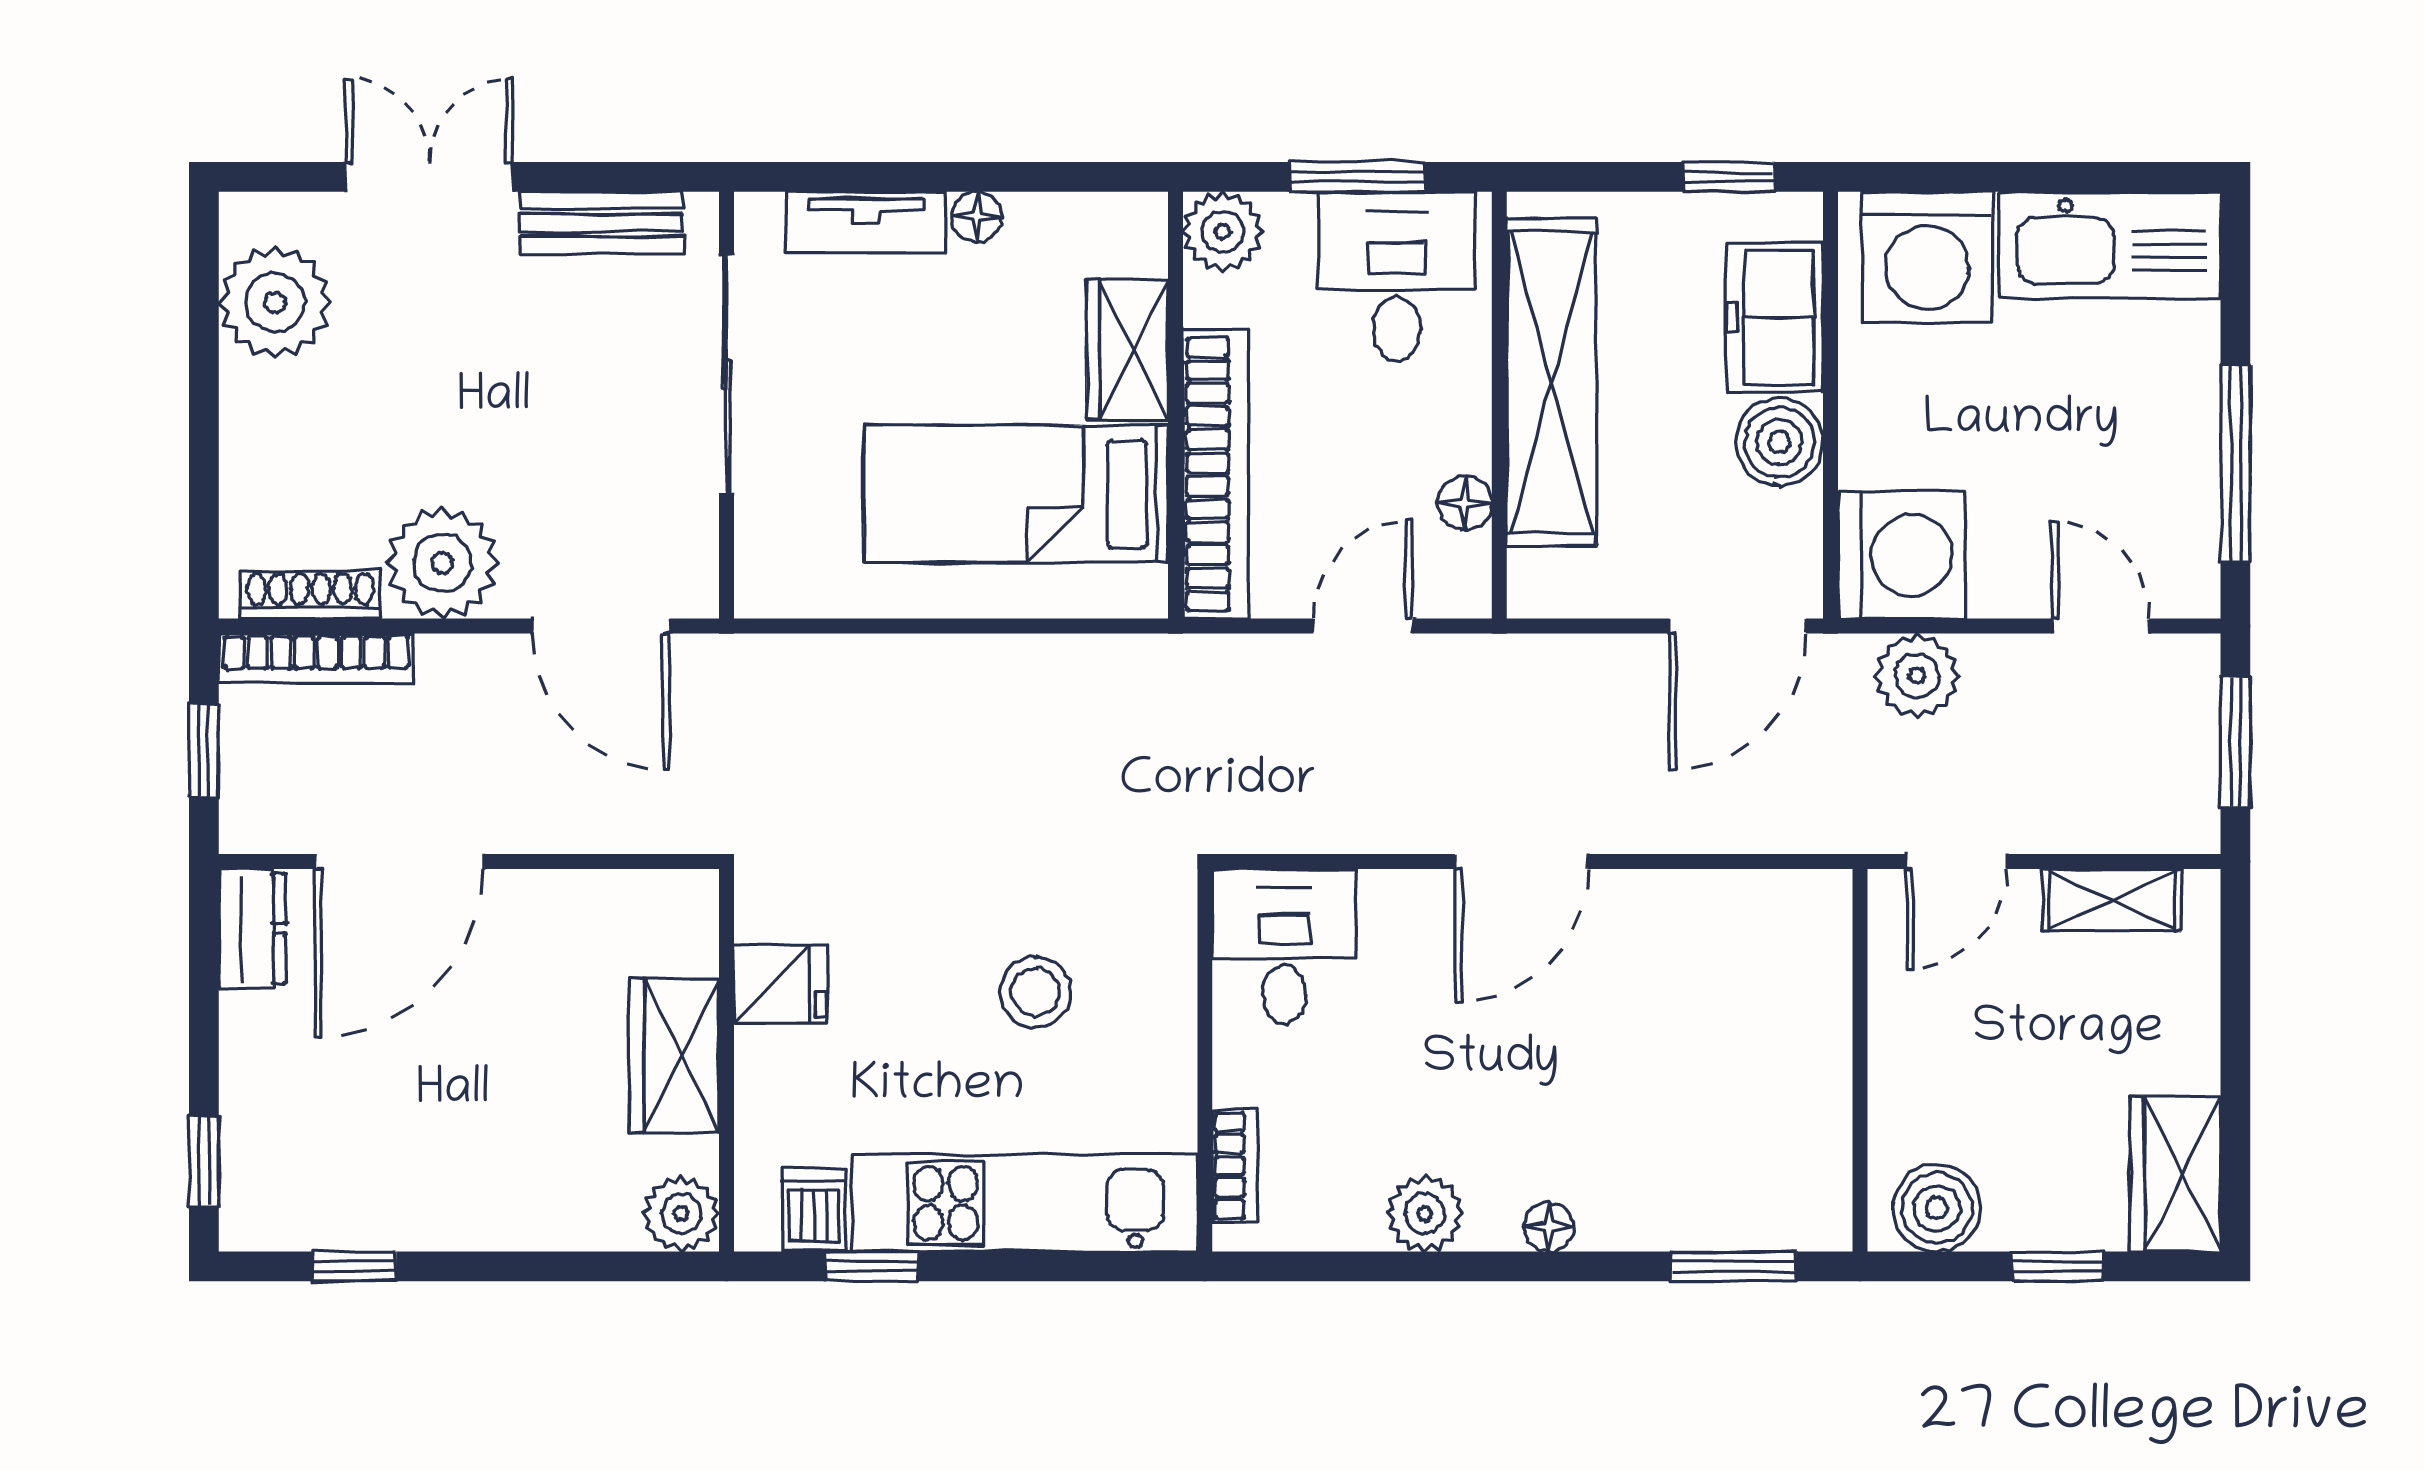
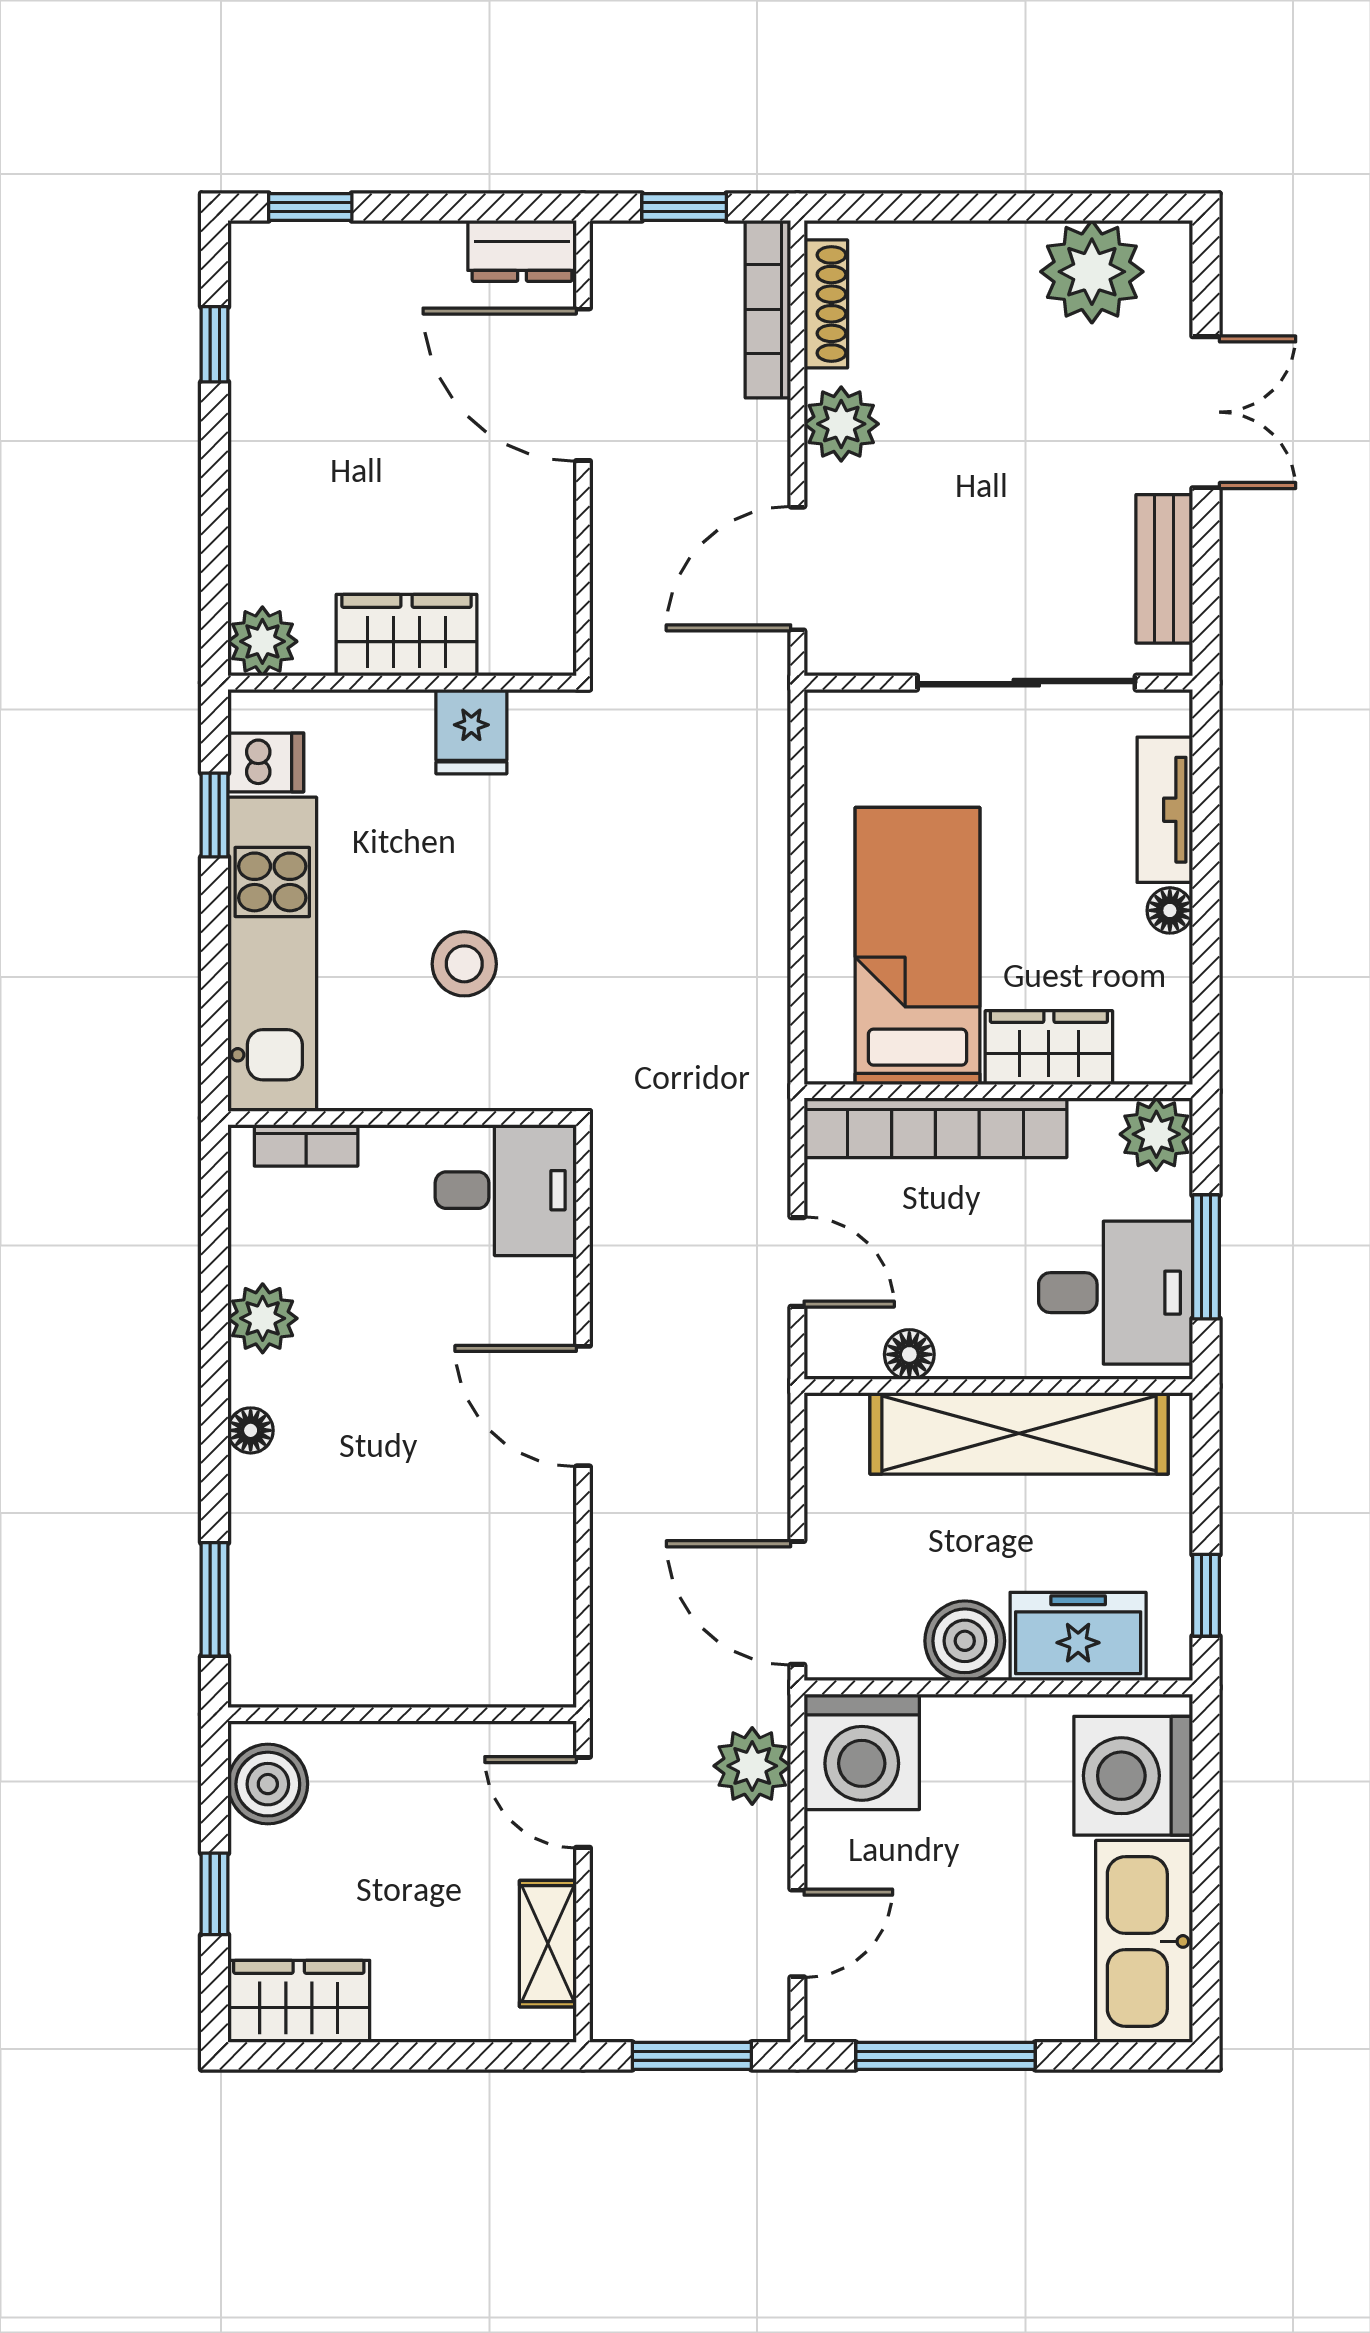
plant: (442, 563) -> (841, 424), width x0.73, depth x0.73

